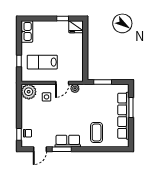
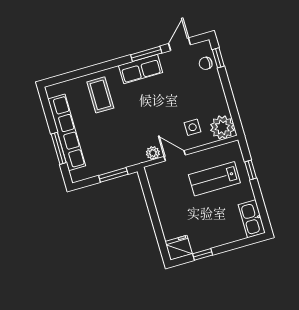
lab bench: (42, 62) -> (214, 179), turned 180
door: (62, 83) -> (175, 156), hinge flipped

